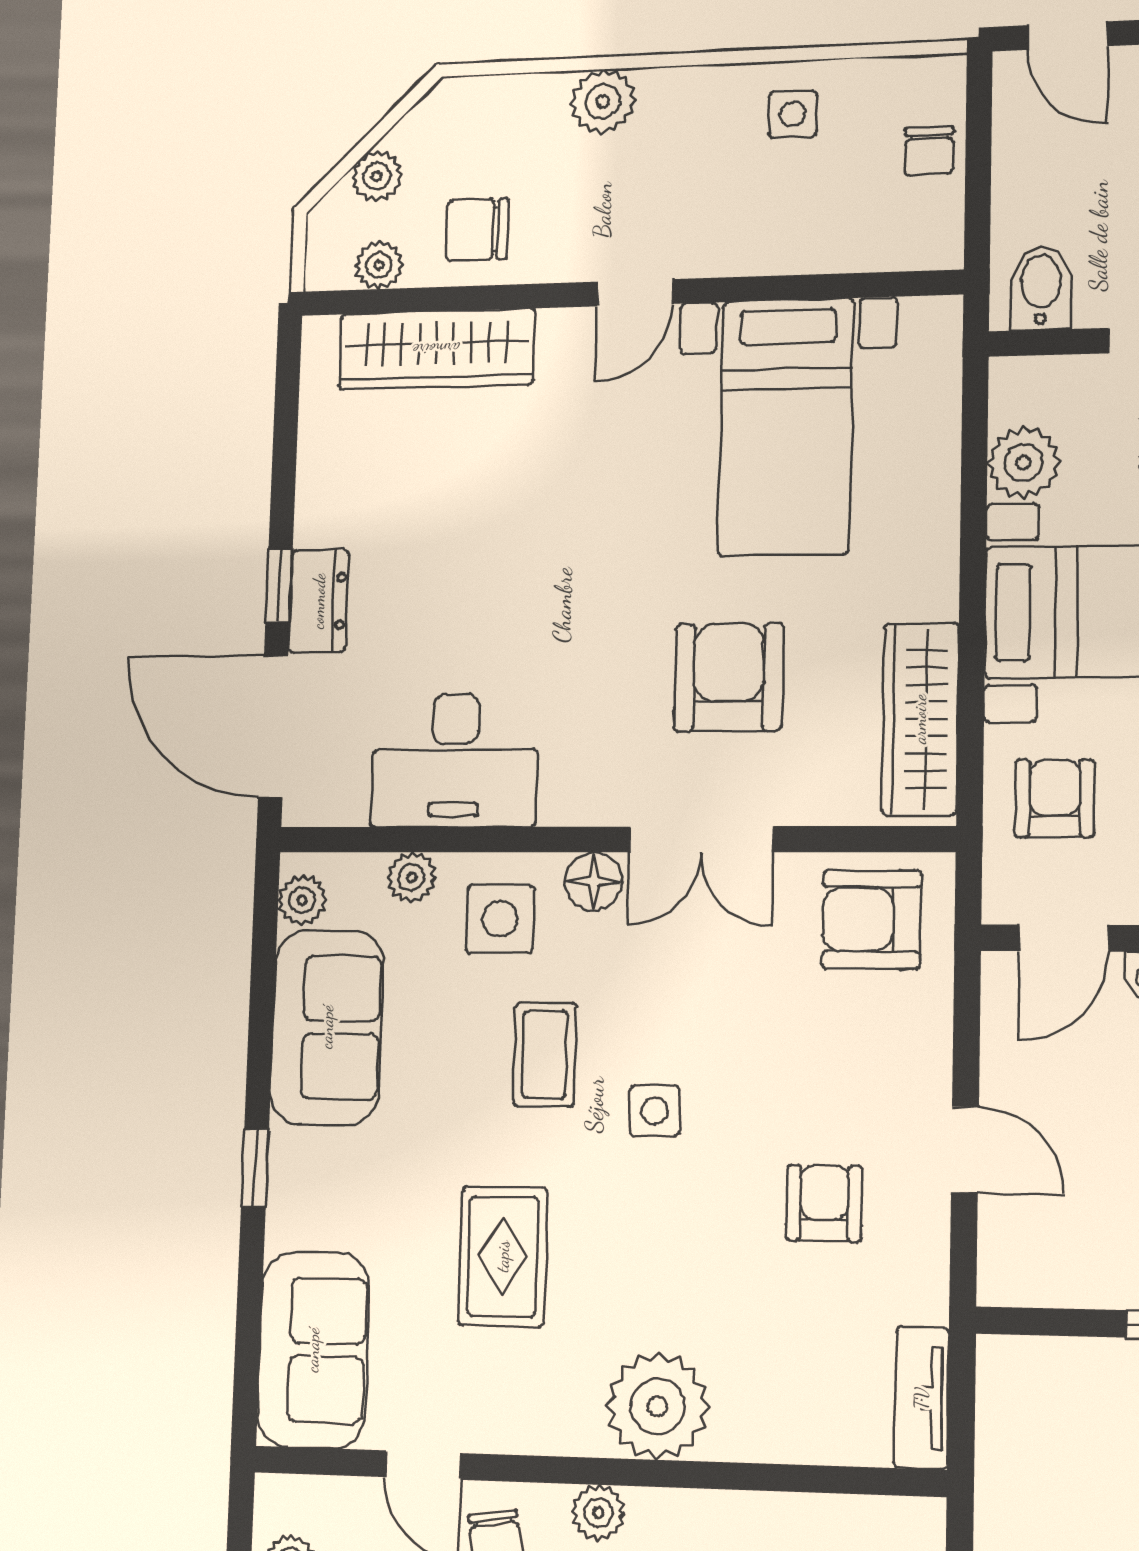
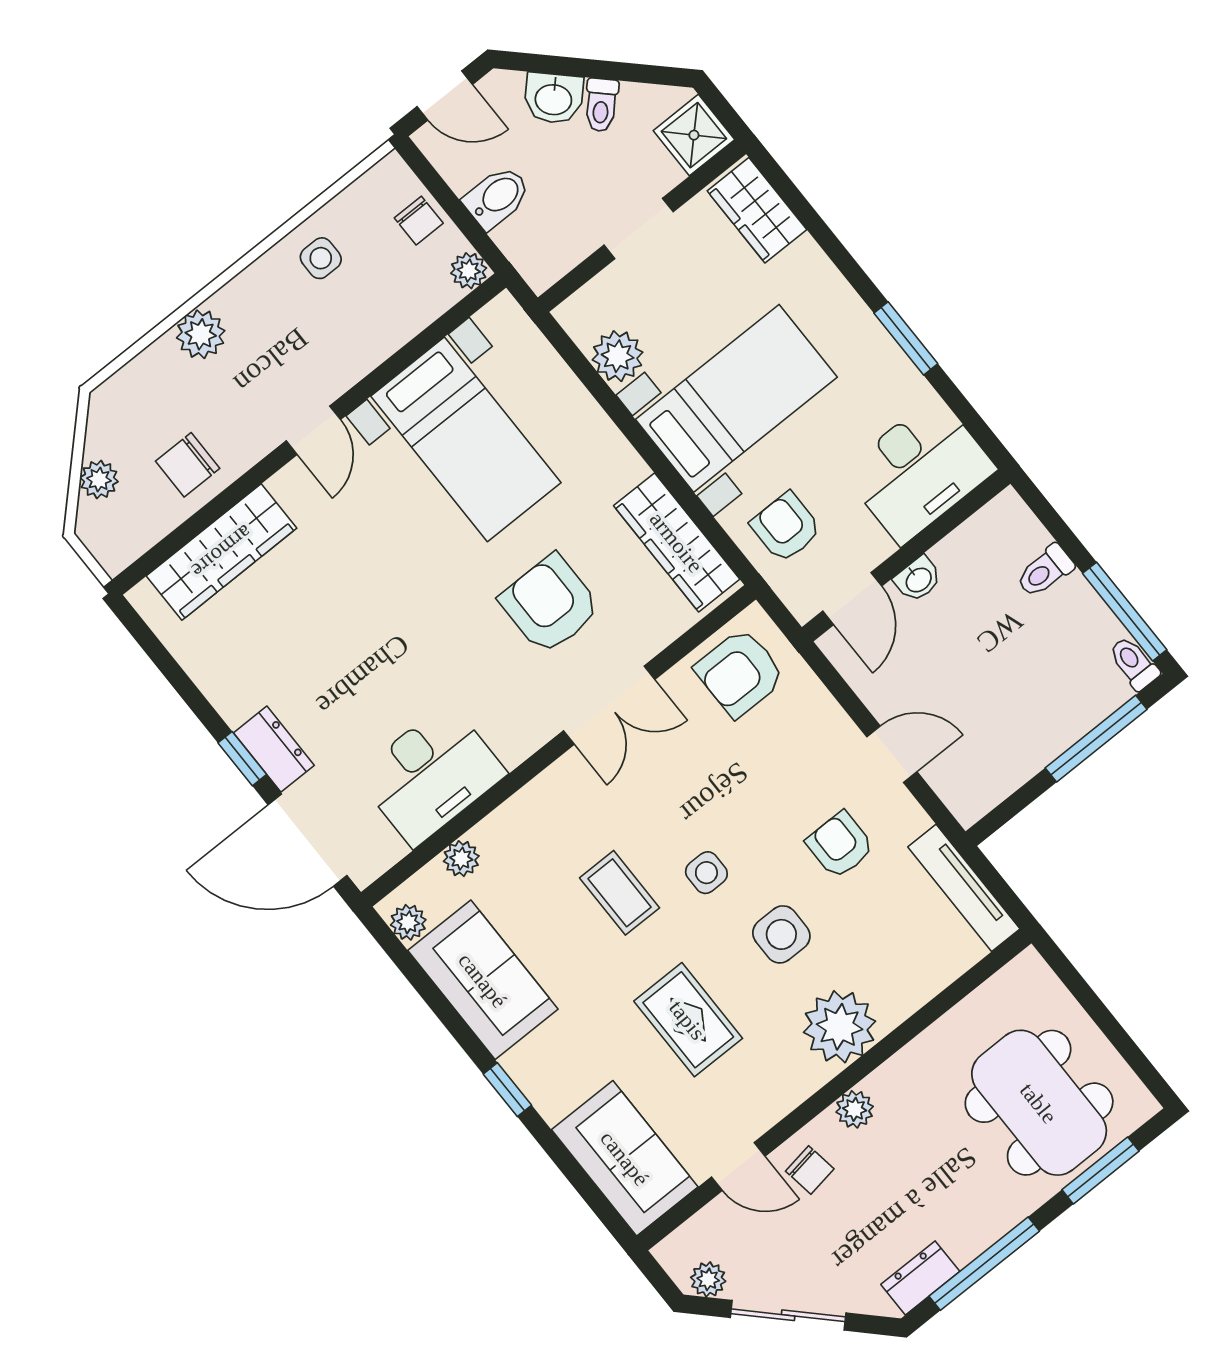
plant: (379, 265) -> (469, 271), moved
bidet: (1041, 287) -> (497, 197), moved, turned 90
floor lamp: (594, 881) -> (567, 777), removed
side table: (500, 919) -> (781, 934), moved
tv unit: (922, 1398) -> (964, 888), width x1.41

